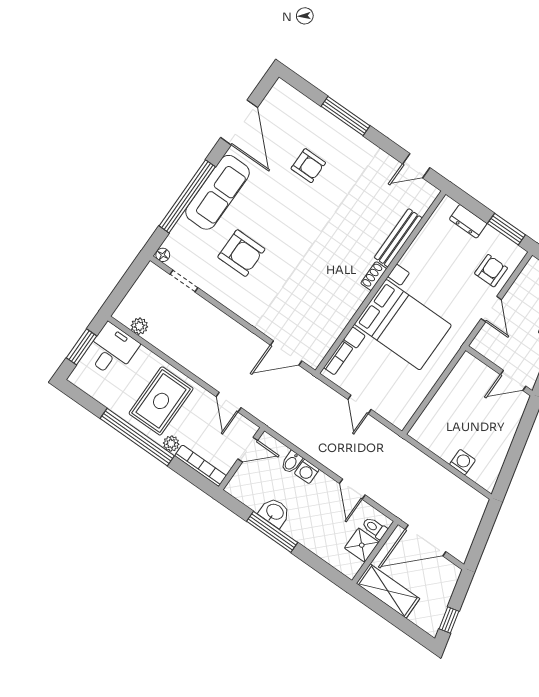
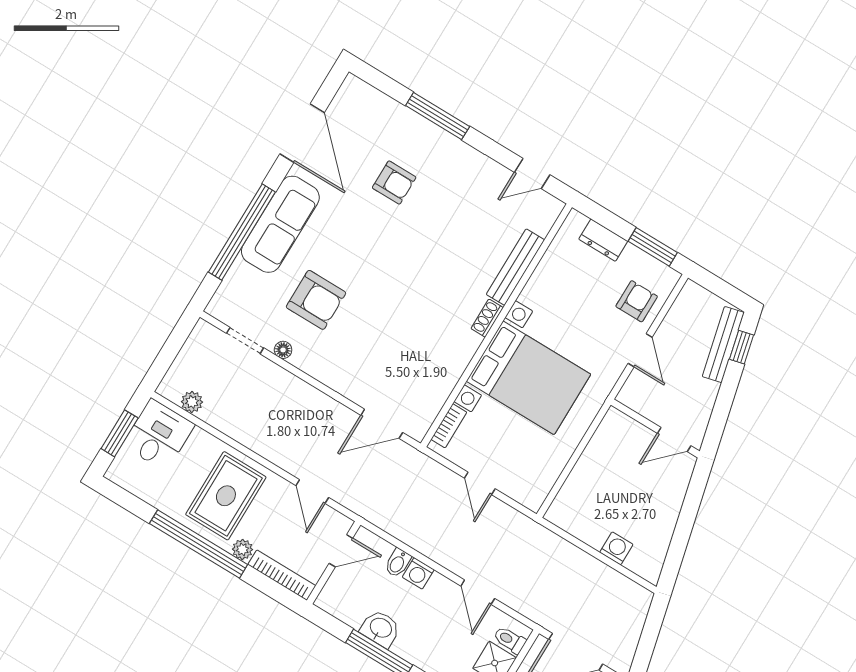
floor lamp: (163, 255) -> (283, 350), moved

